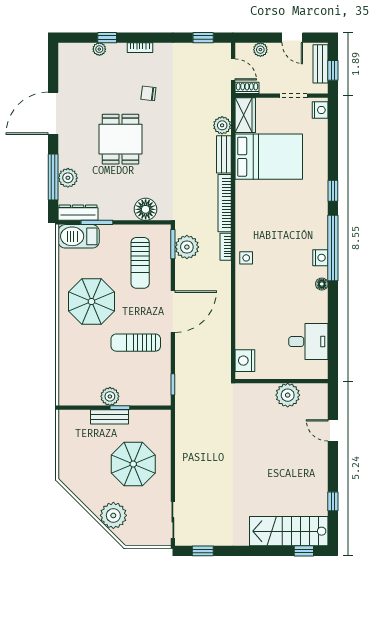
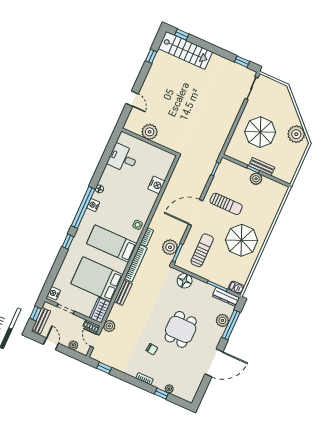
plant: (222, 125) -> (109, 326), moved
bed: (270, 215) -> (112, 244), added
barbecue: (79, 236) -> (236, 288), width x0.53, depth x0.65
nightstand: (245, 361) -> (156, 185), moved
plant: (113, 515) -> (296, 134), moved

